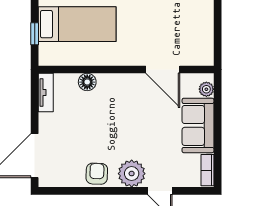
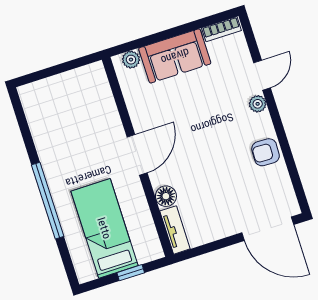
door: (163, 69) -> (137, 155), moved
tv unit: (46, 93) -> (175, 230), moved, turned 90
plant: (132, 174) -> (258, 104), width x0.53, depth x0.53

